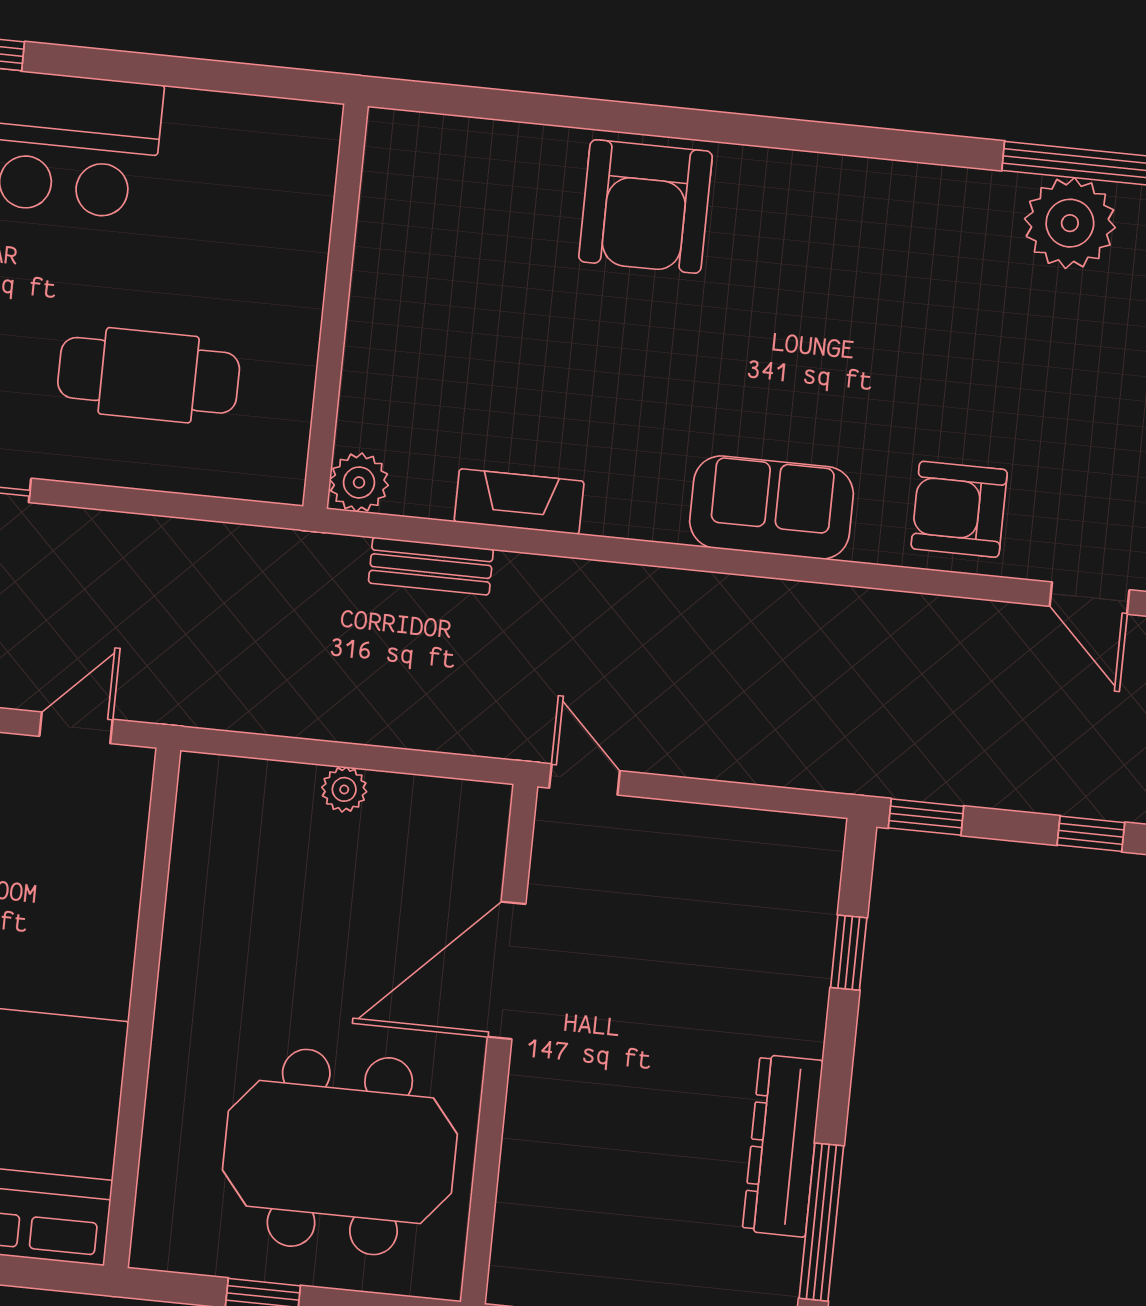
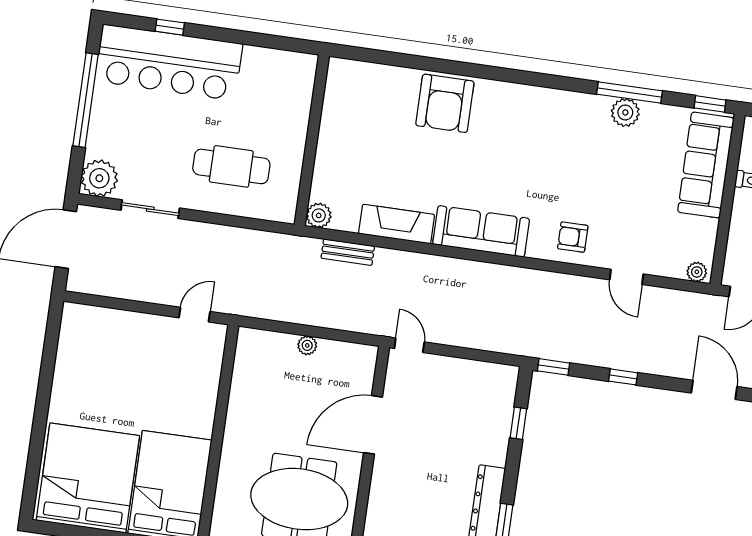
plant: (1070, 223) -> (625, 112), width x0.73, depth x0.73
fireplace: (519, 502) -> (397, 224), width x1.37, depth x1.32
sofa: (772, 507) -> (481, 231), width x1.36
armchair: (959, 509) -> (573, 237), width x0.72, depth x0.72

